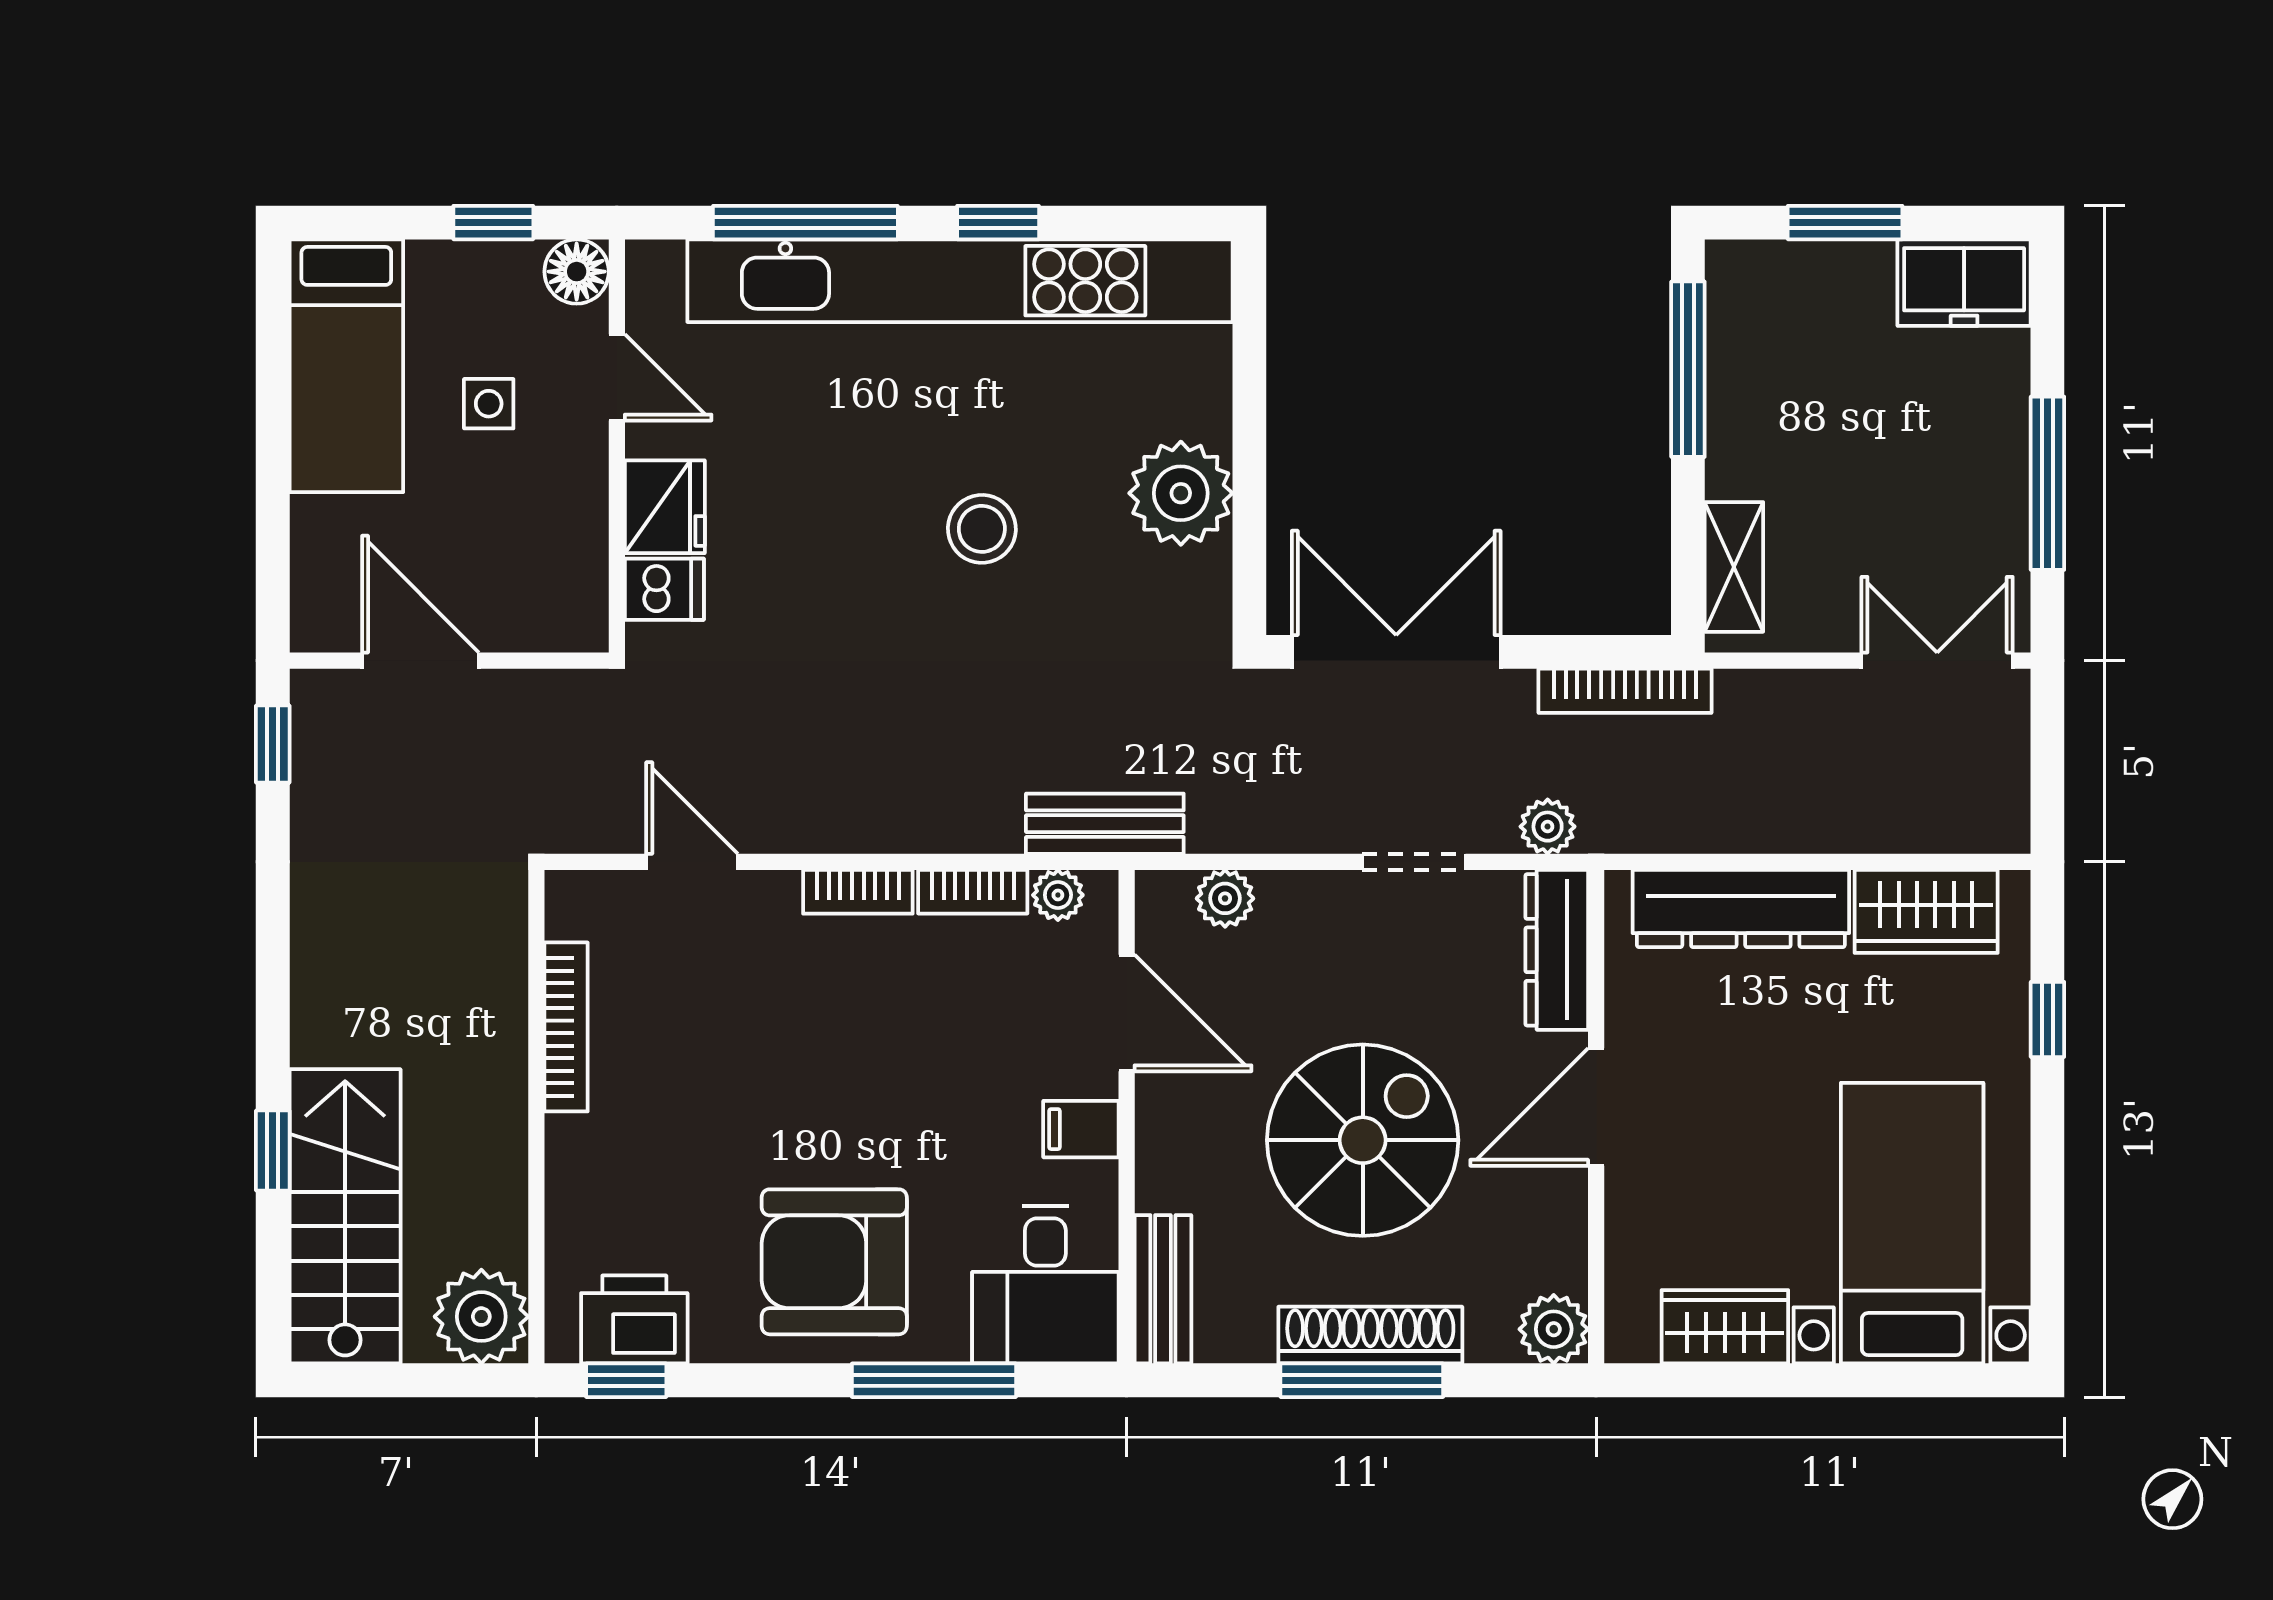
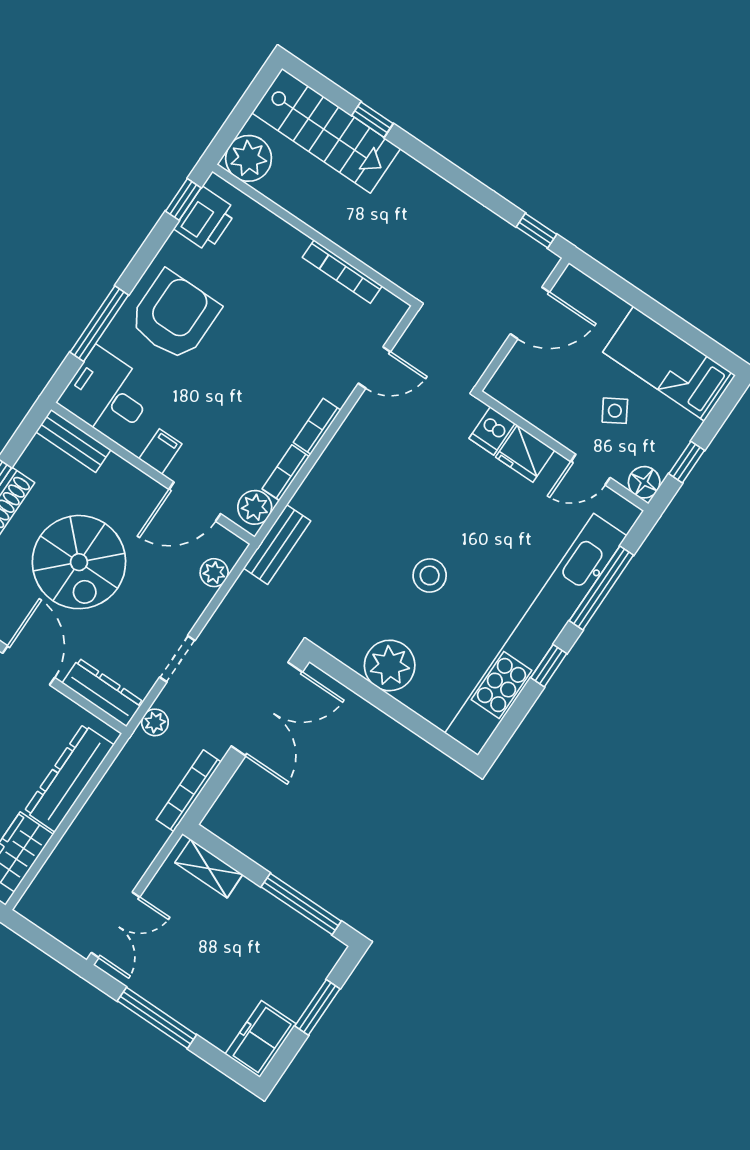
side table: (489, 404) -> (615, 411), turned -31
plant: (1058, 895) -> (255, 507), width x1.38, depth x1.38

